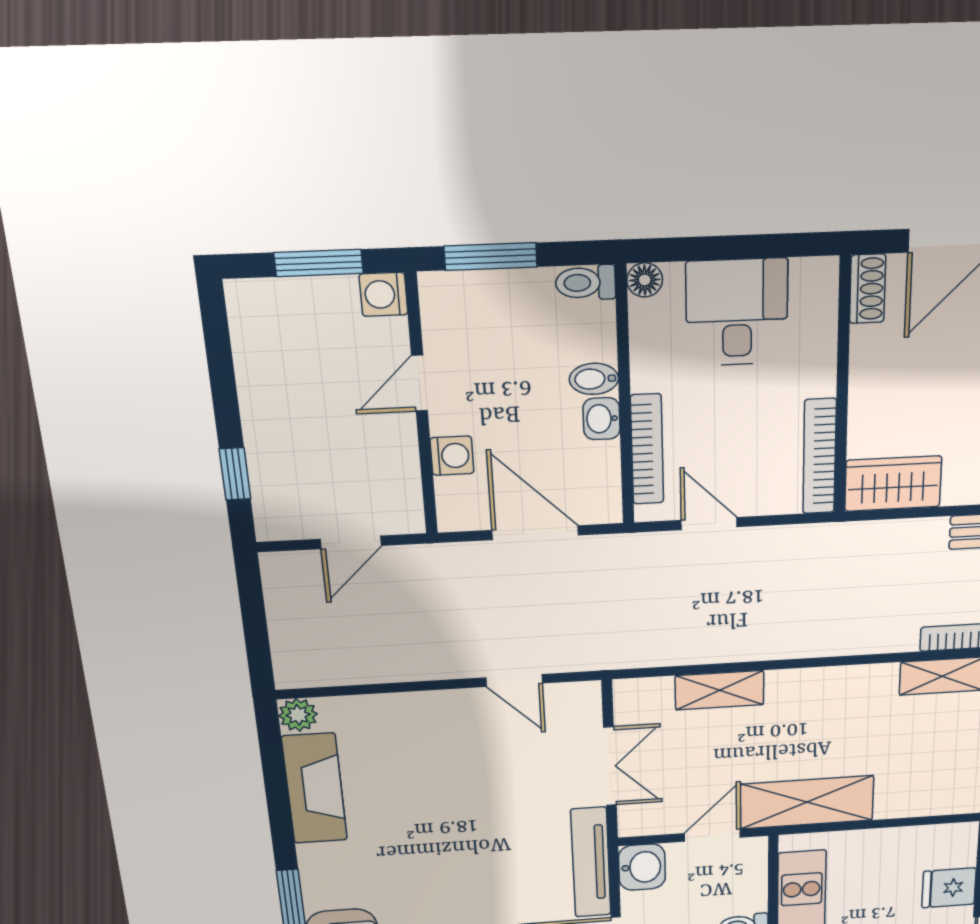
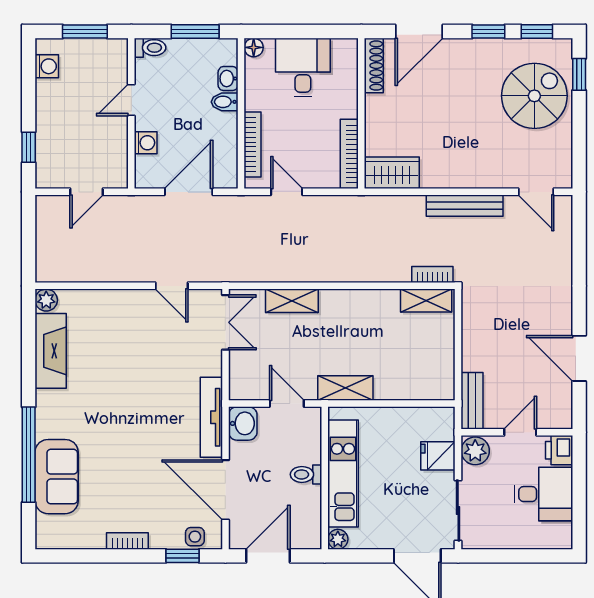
window: (491, 256) -> (195, 32), moved
toilet: (586, 283) -> (150, 48), moved, turned 180
shoe rack: (867, 289) -> (374, 66), width x1.43
washing machine: (383, 294) -> (47, 66), moved, turned 180
washbasin: (602, 419) -> (228, 79), moved
door: (535, 533) -> (189, 192), hinge flipped
double door: (610, 766) -> (225, 322), moved
shelving: (807, 802) -> (345, 388), width x0.67, depth x0.75
door: (712, 835) -> (287, 403), hinge flipped

